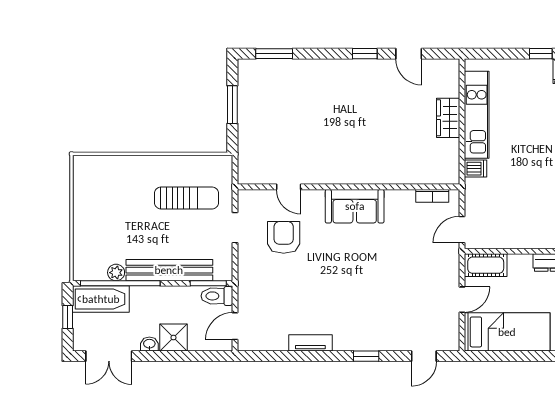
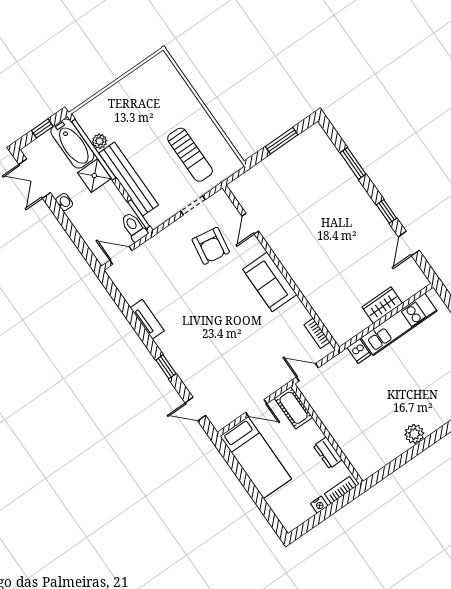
window: (274, 54) -> (353, 163), moved
armchair: (284, 237) -> (211, 246), turned 99
shower: (173, 338) -> (94, 176), moved

